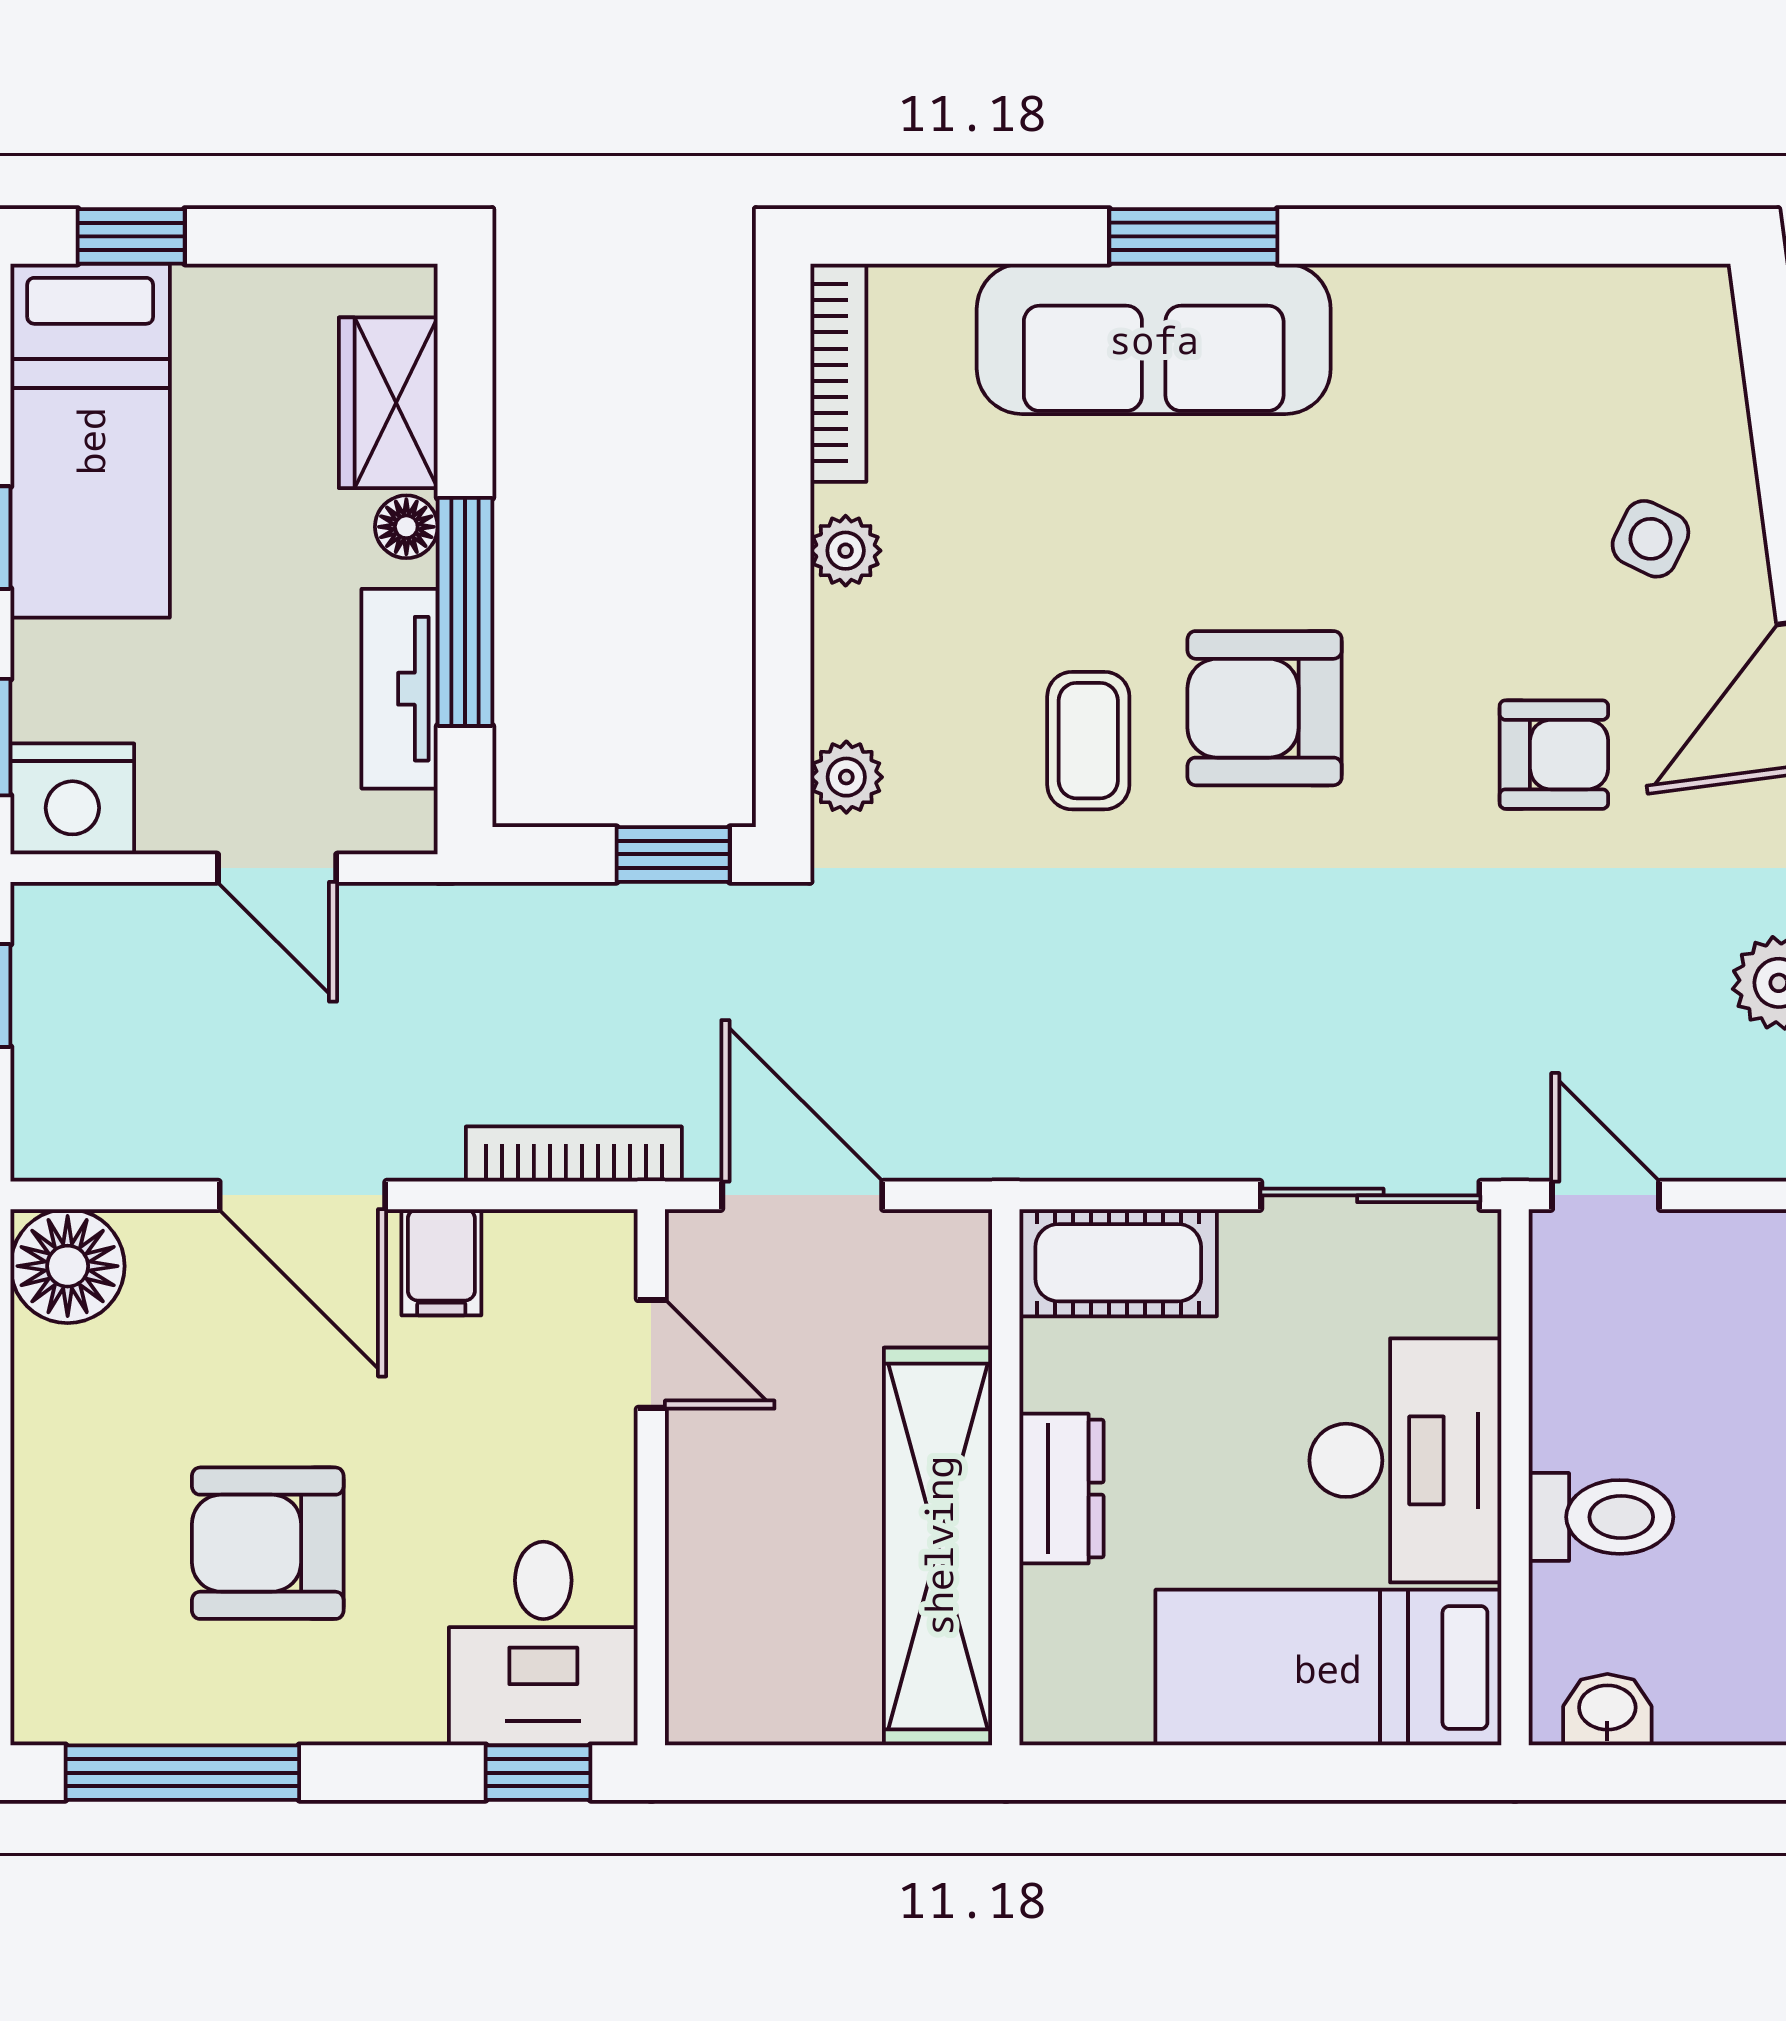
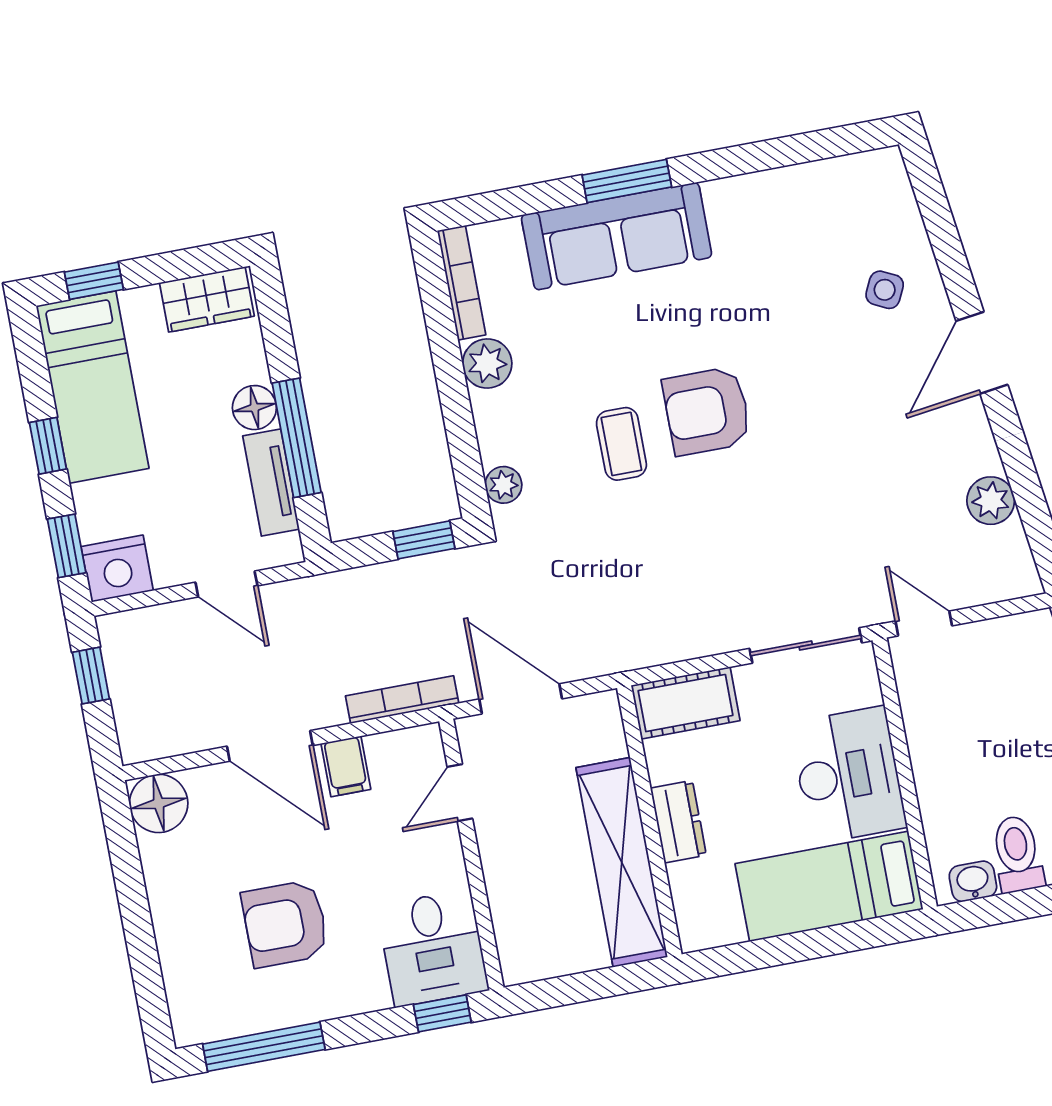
wardrobe: (388, 403) -> (207, 299), moved, turned -90
floor lamp: (406, 527) -> (254, 408), width x1.37, depth x1.37
plant: (846, 551) -> (487, 363), width x1.38, depth x1.38
armchair: (1554, 755) -> (856, 407), removed
door: (651, 1354) -> (460, 793), swing flipped
toilet: (1601, 1517) -> (1017, 854), moved, turned -90

